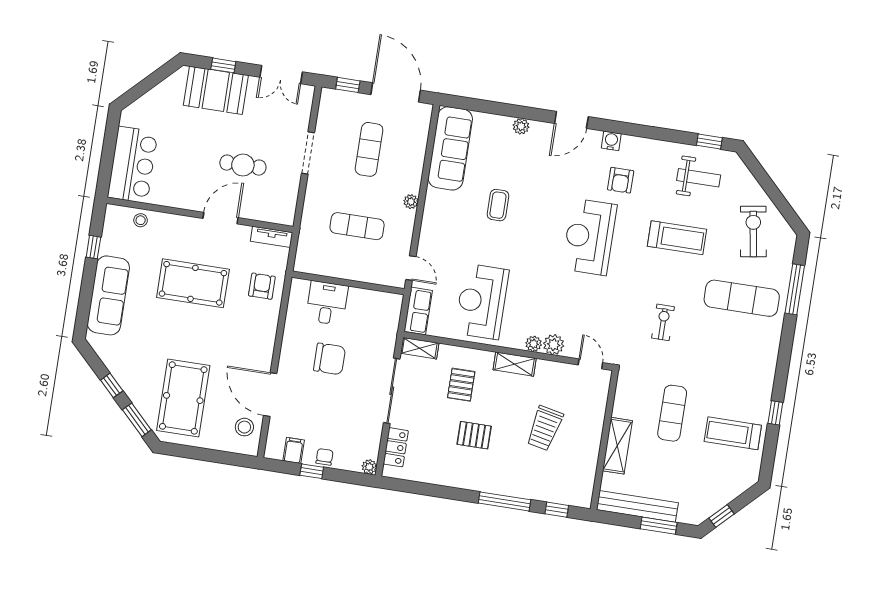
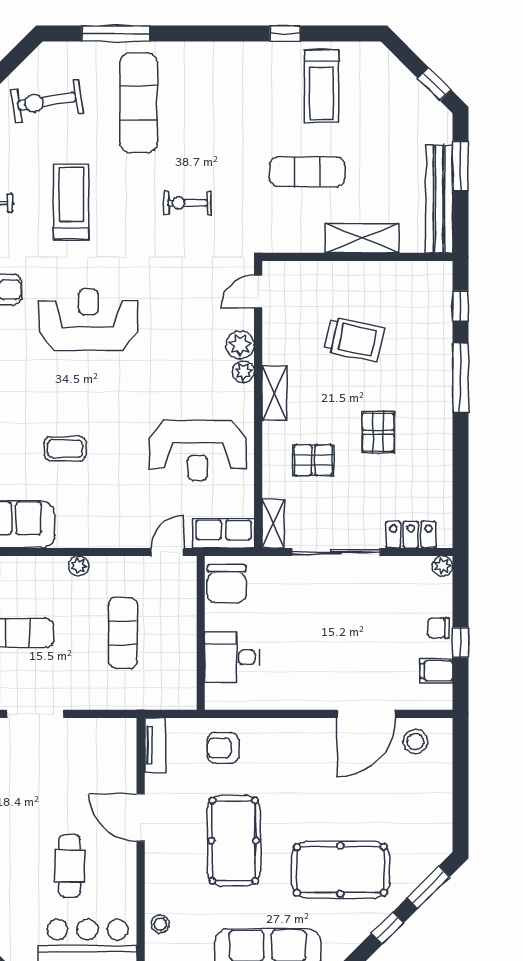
cafe table: (243, 165) -> (70, 866), moved
reception desk: (589, 237) -> (88, 320), turned 180
chair: (330, 359) -> (227, 584), moved, turned 180
pool table: (183, 398) -> (340, 870), moved

